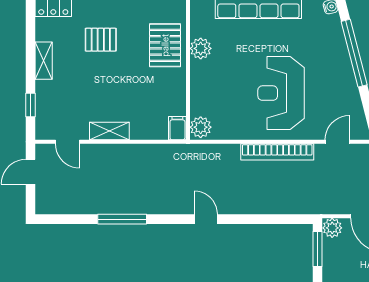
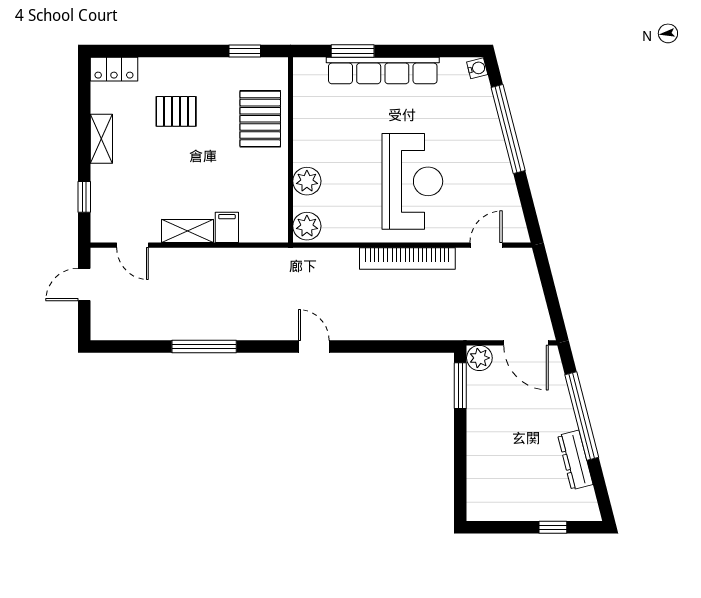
plant: (201, 48) -> (307, 181), moved
reception desk: (281, 93) -> (412, 181), turned 180
filing cabinet: (177, 128) -> (227, 227), moved

